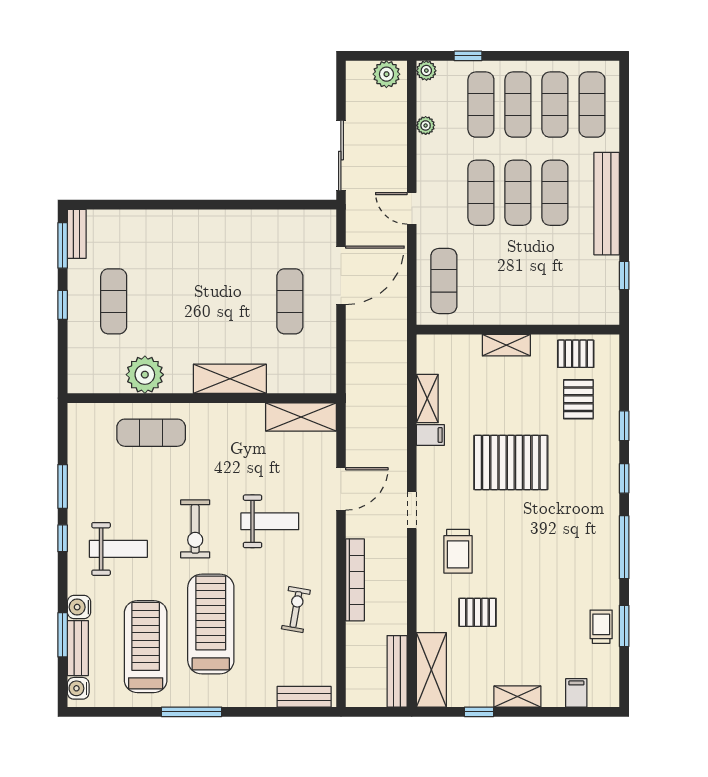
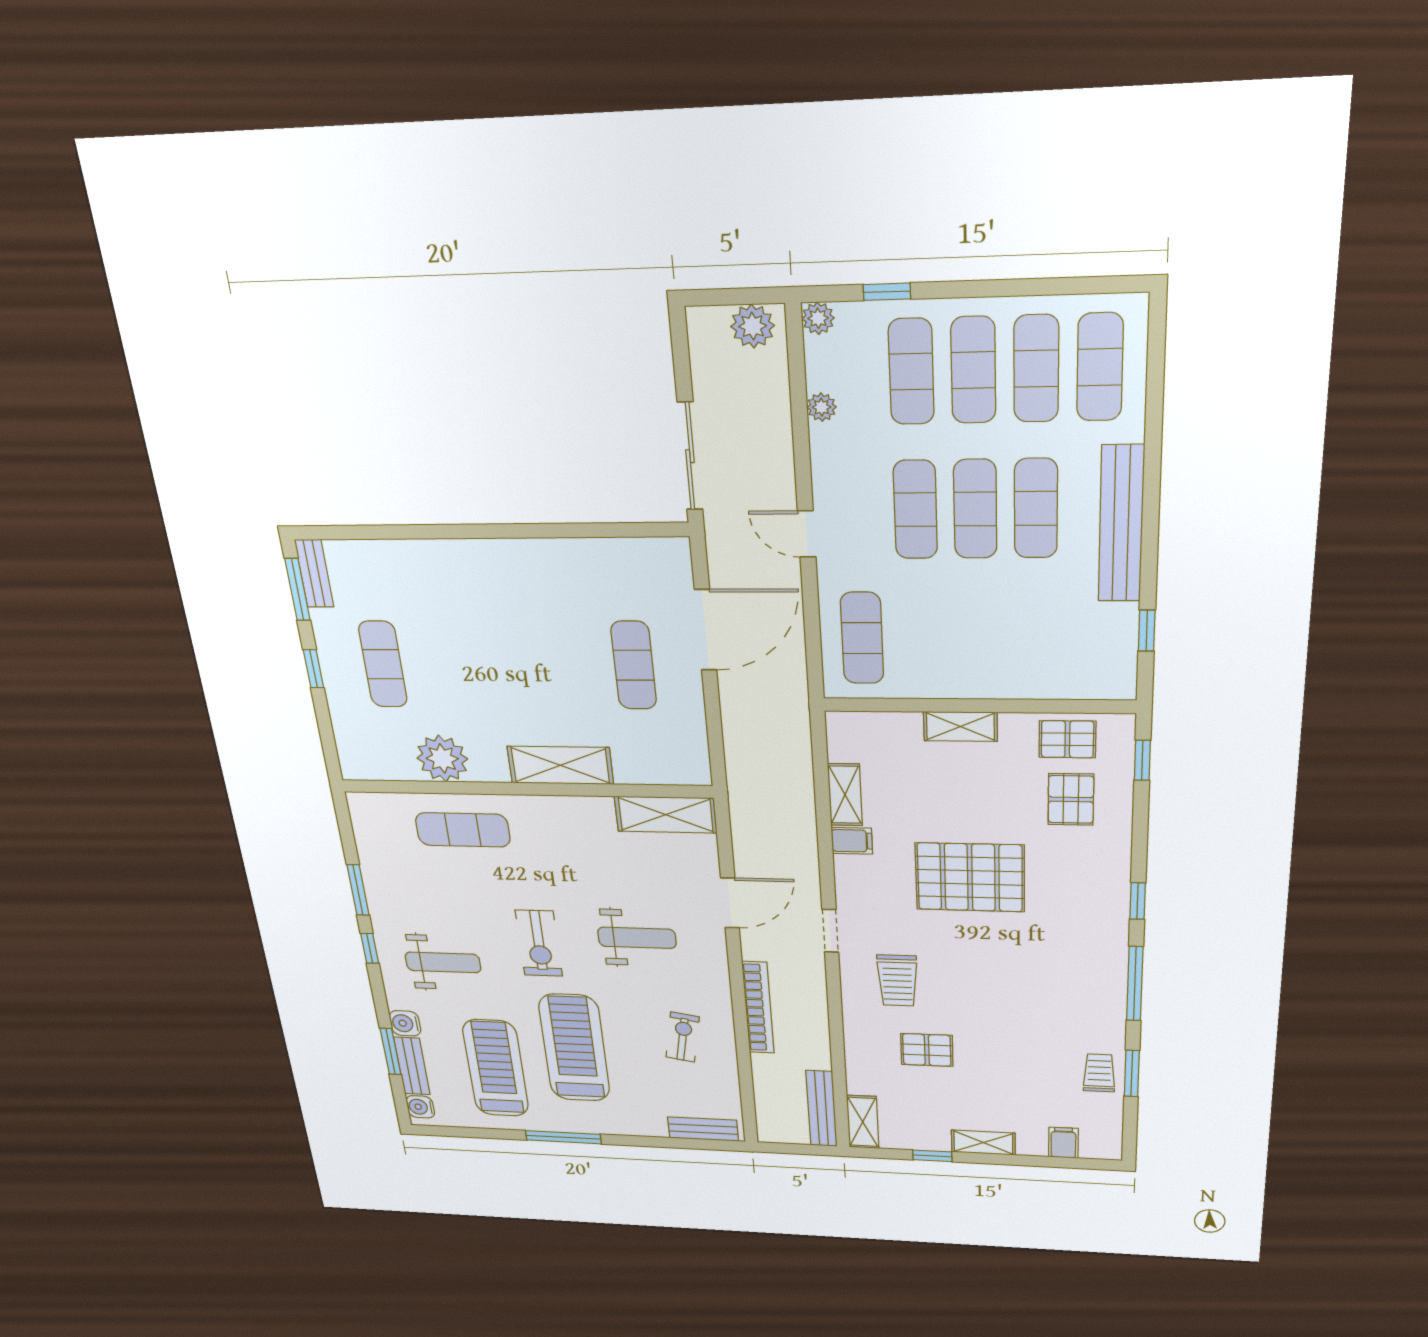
window: (624, 426) -> (1142, 760), moved
shelving: (431, 670) -> (863, 1122), width x0.67, depth x0.75

